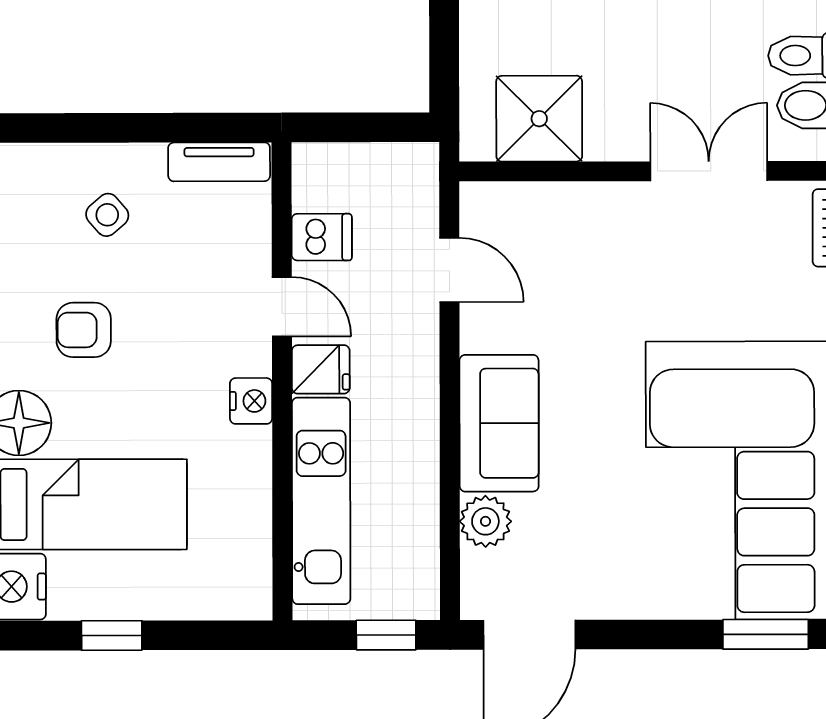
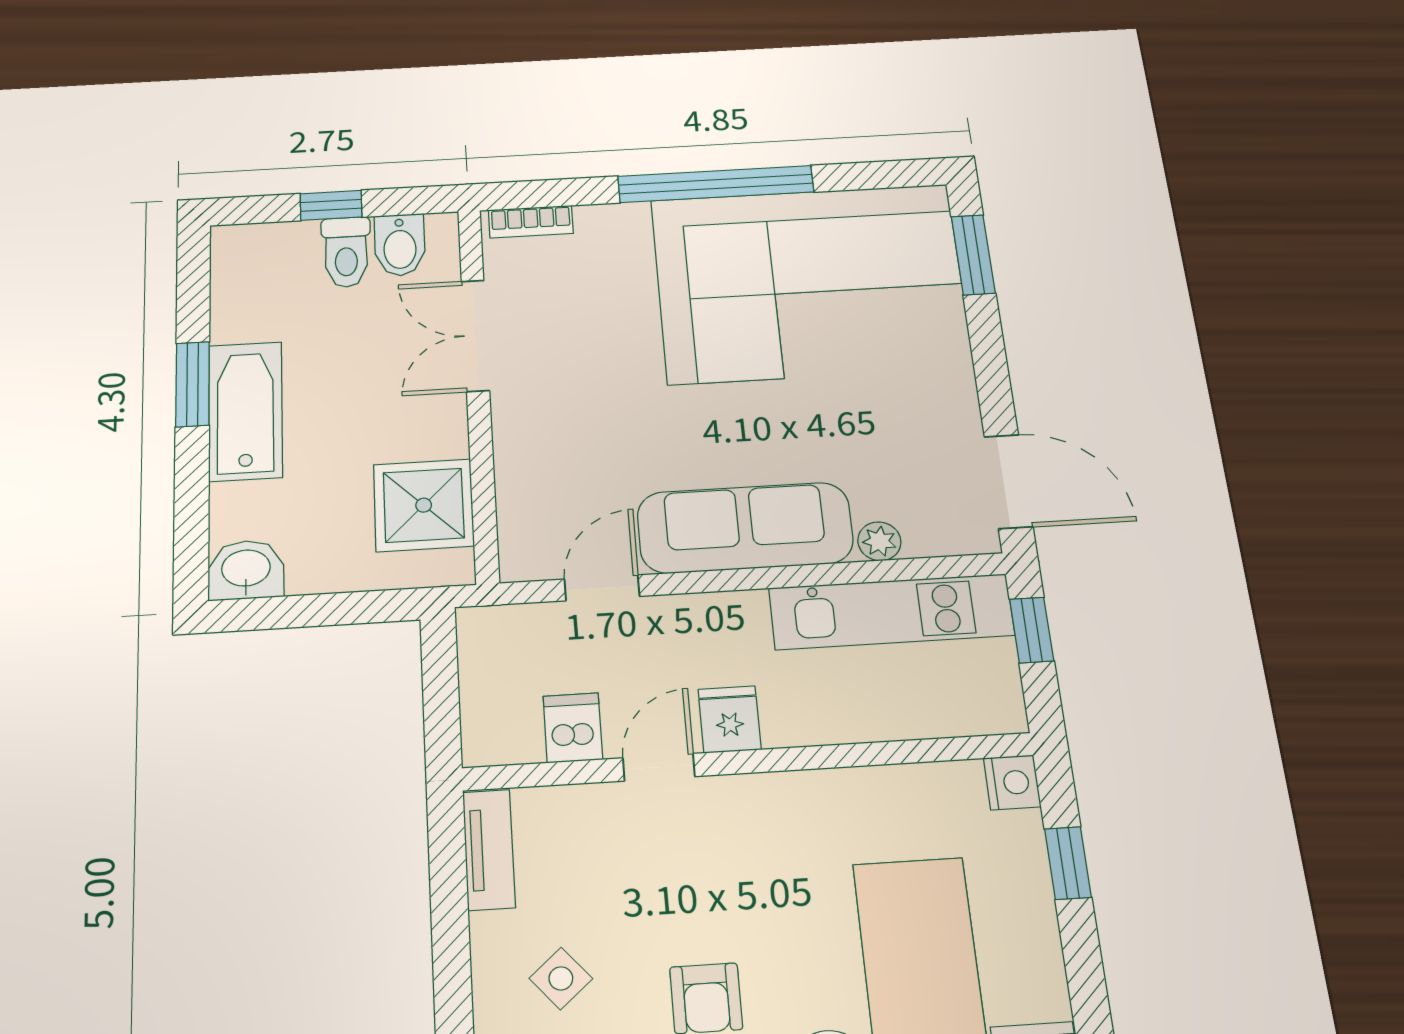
nightstand: (251, 401) -> (1012, 782), moved, turned 90
sofa: (499, 423) -> (745, 528), width x1.36
kitchen unit: (321, 501) -> (891, 612), moved, turned 180
plant: (485, 521) -> (879, 541), width x0.73, depth x0.73
window: (112, 636) -> (1068, 863), moved

